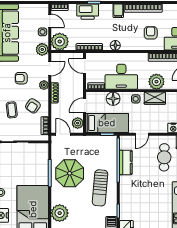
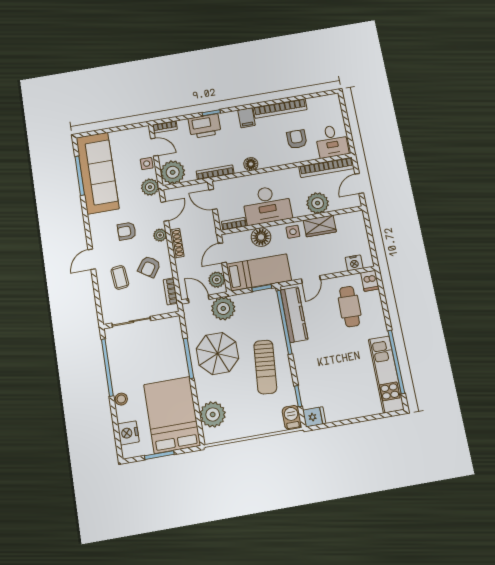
plant: (79, 144) -> (223, 308), added
kitchen counter: (126, 162) -> (294, 315), width x1.50

